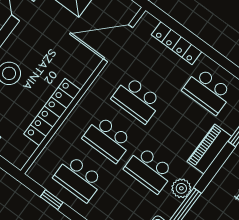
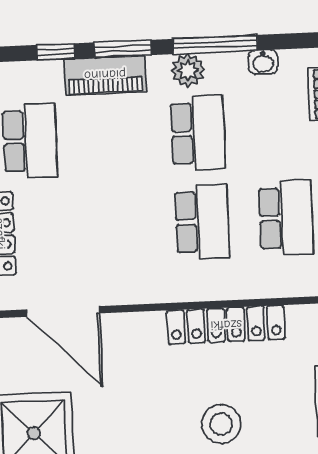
school desk: (137, 100) -> (118, 225), removed
window: (215, 167) -> (123, 49), added

